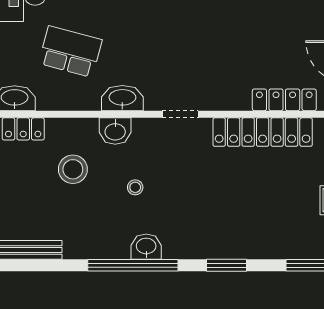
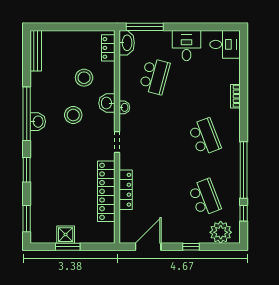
washbasin: (122, 98) -> (124, 107), width x0.52, depth x0.69
locker: (284, 100) -> (126, 190), moved
stool: (135, 187) -> (73, 115), width x1.89, depth x1.89

